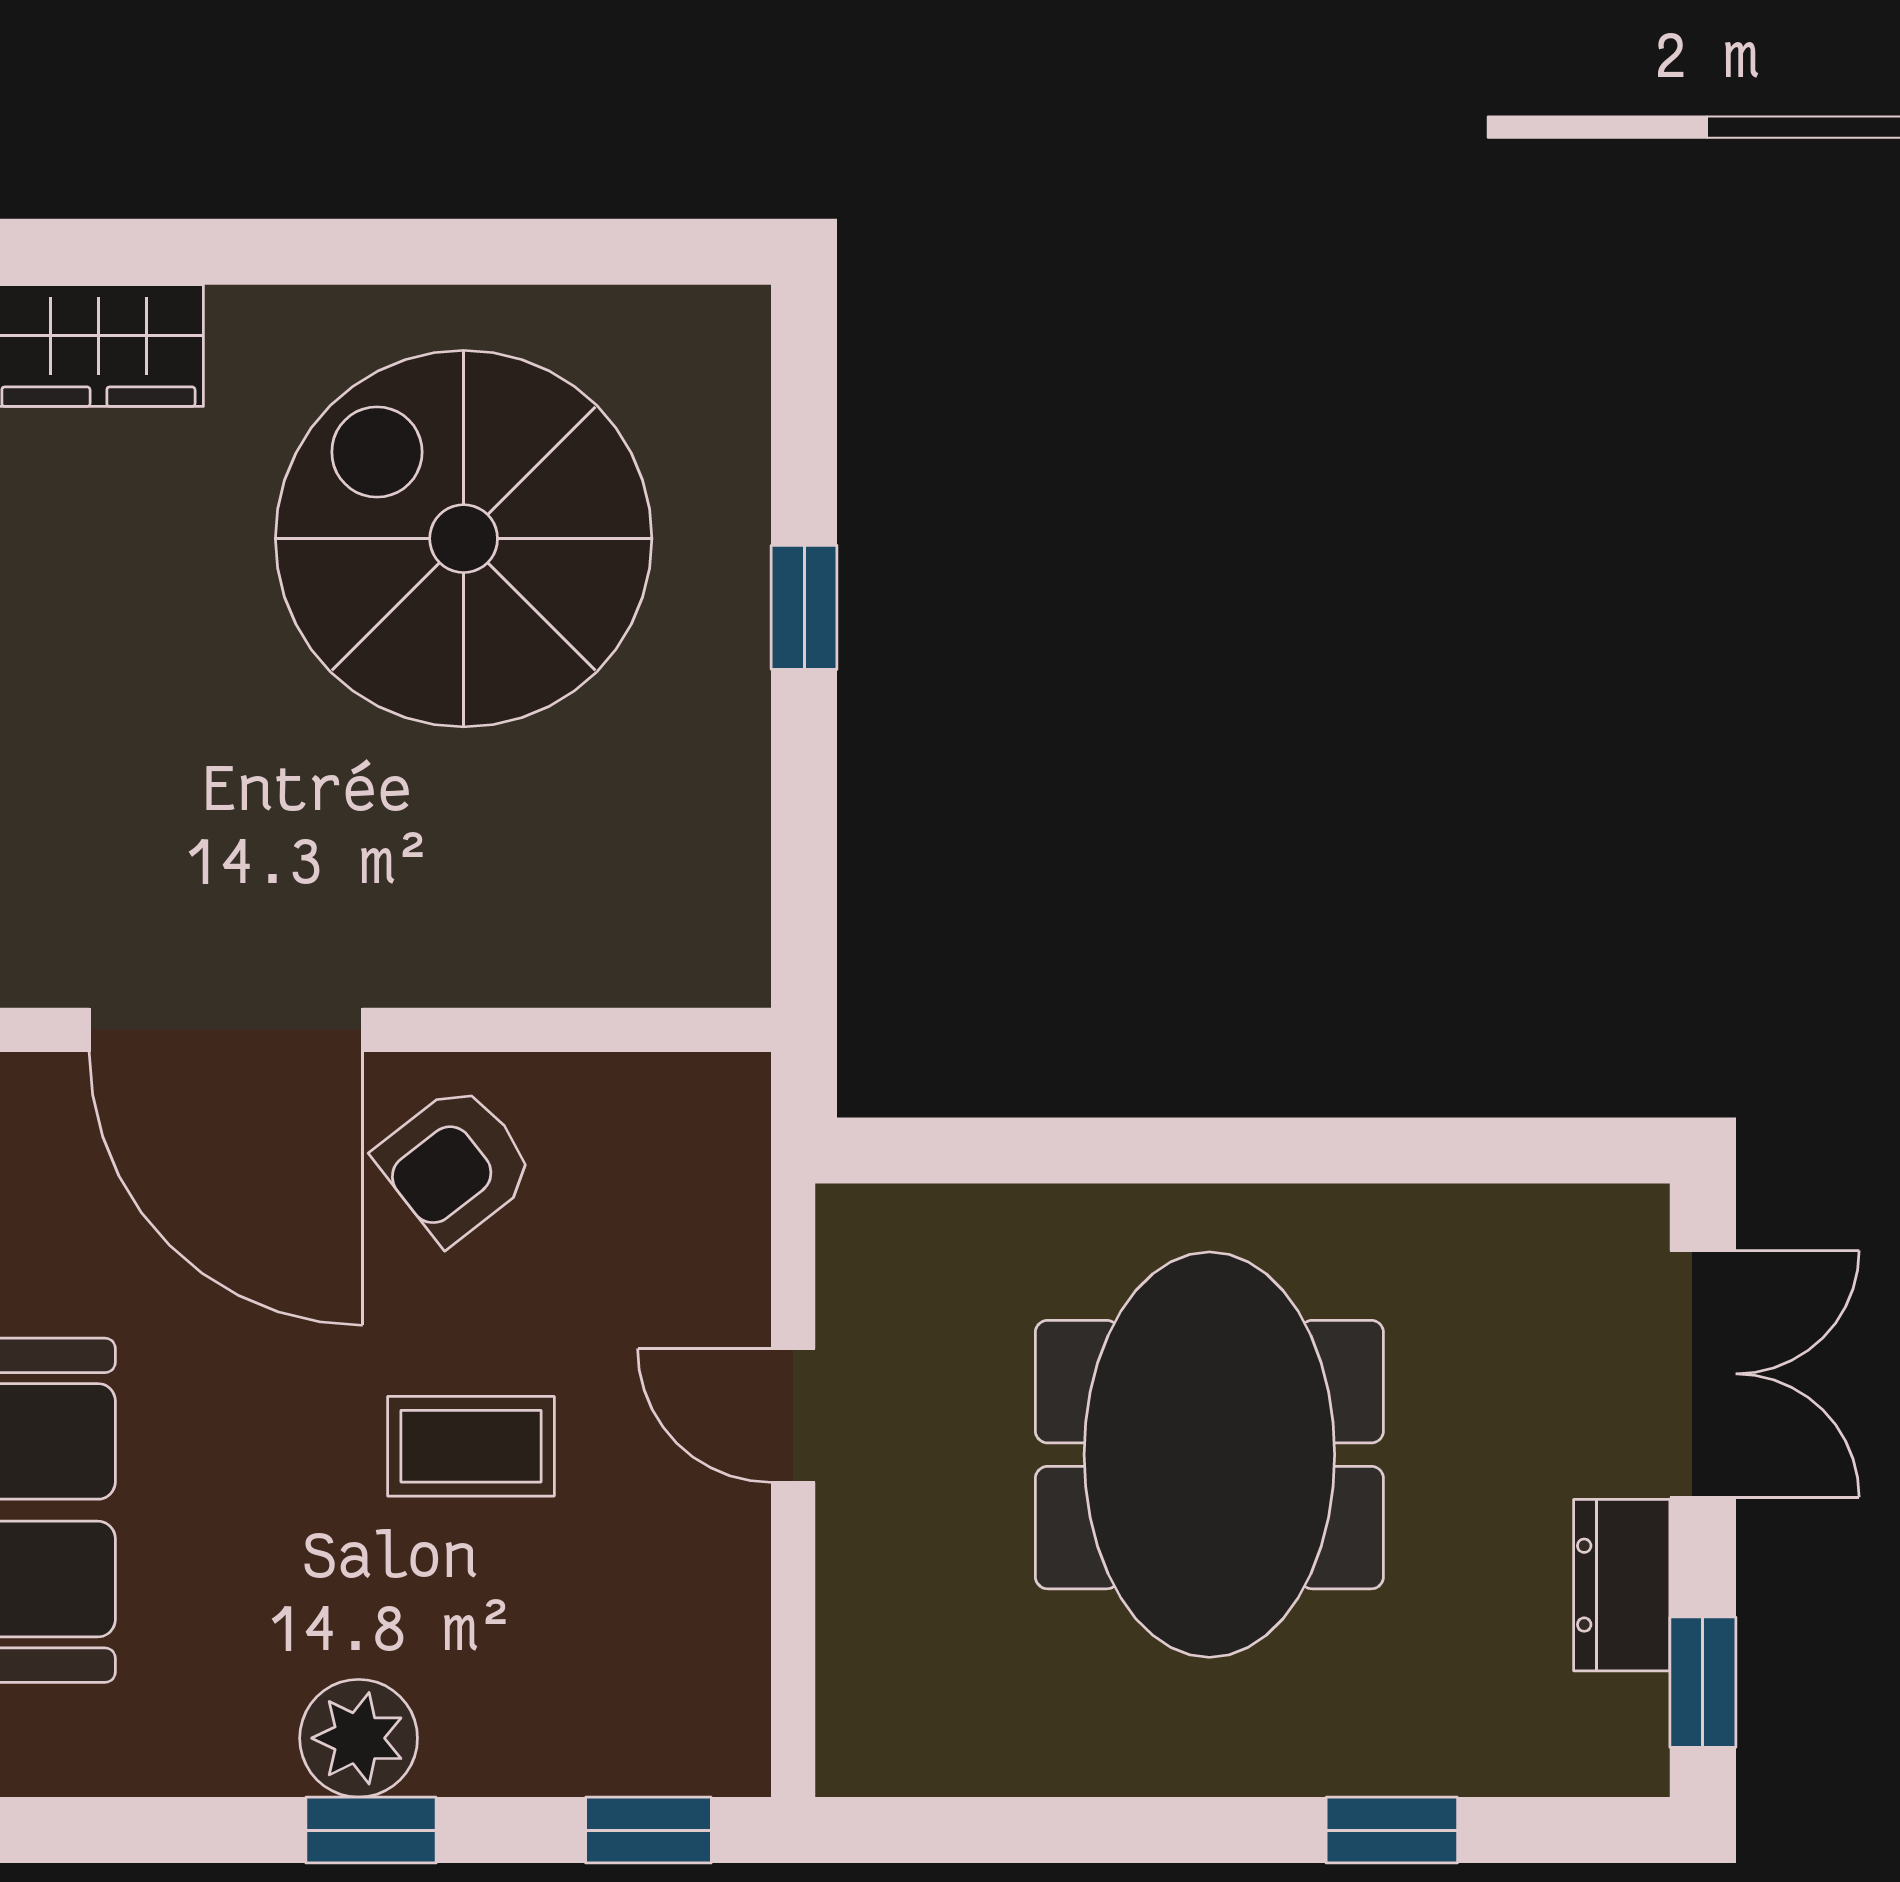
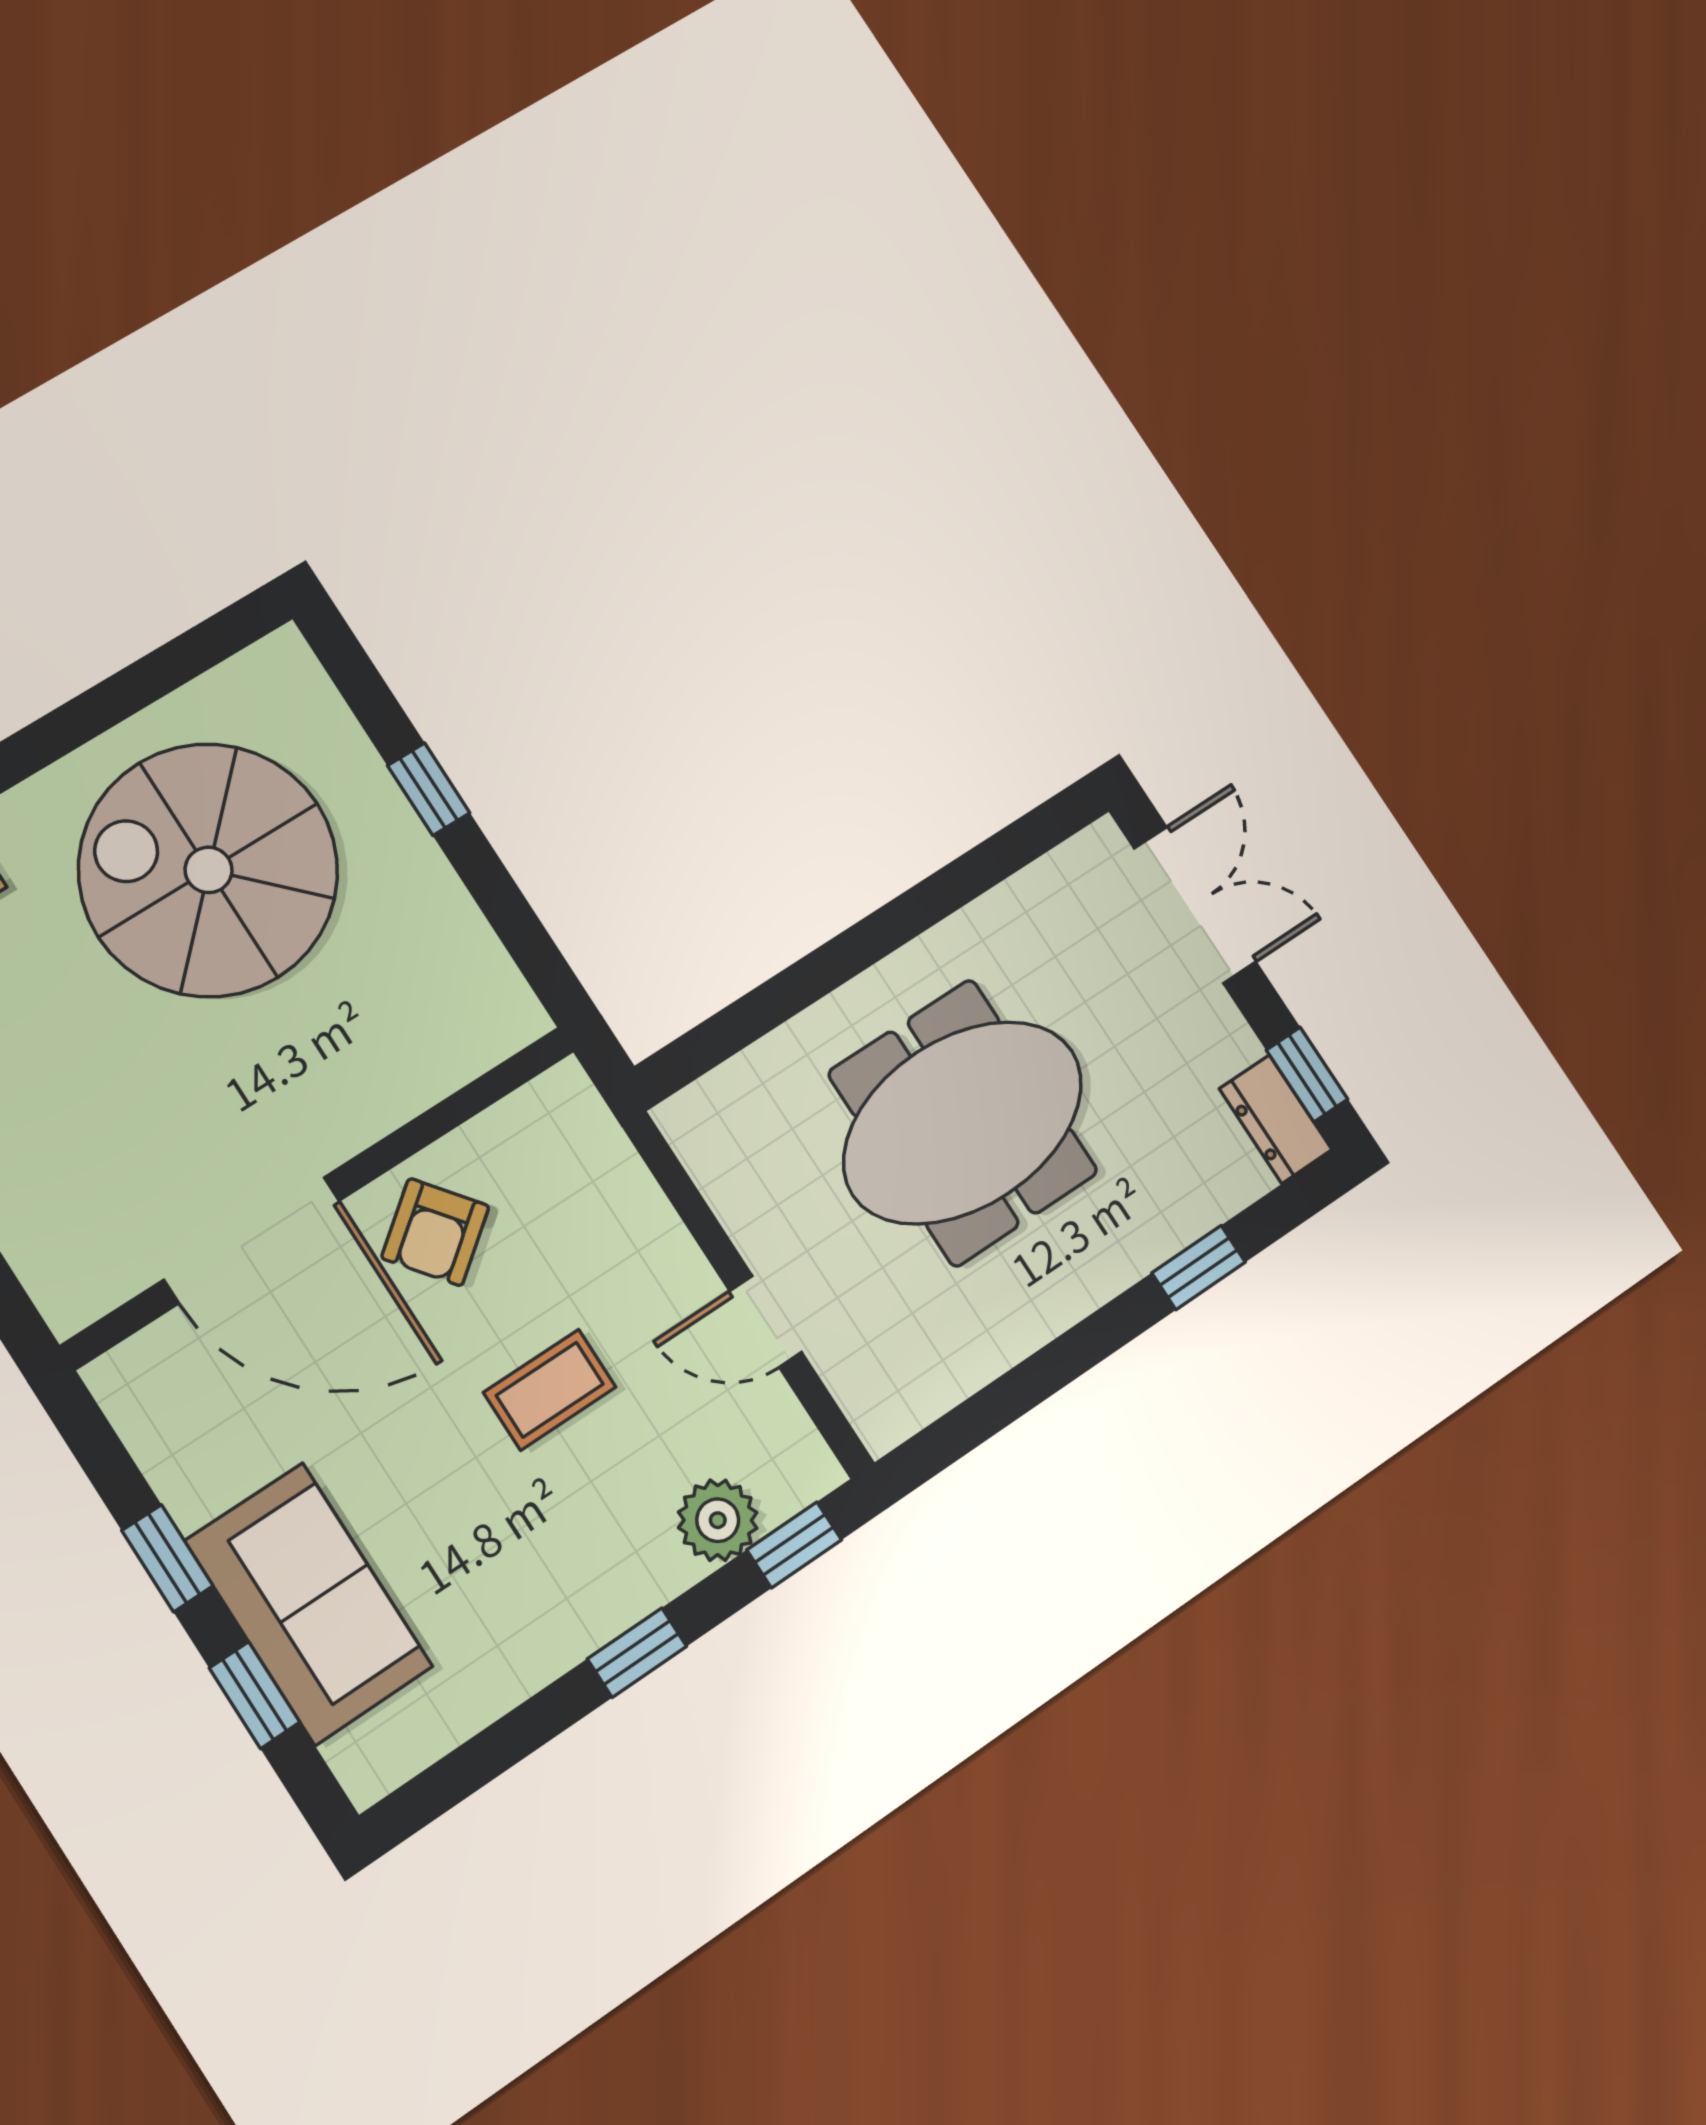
door: (793, 1415) -> (766, 1322), moved
meeting table: (1209, 1455) -> (963, 1123), turned 90
dresser: (1622, 1585) -> (1276, 1119), moved
plant: (359, 1738) -> (718, 1520), moved

